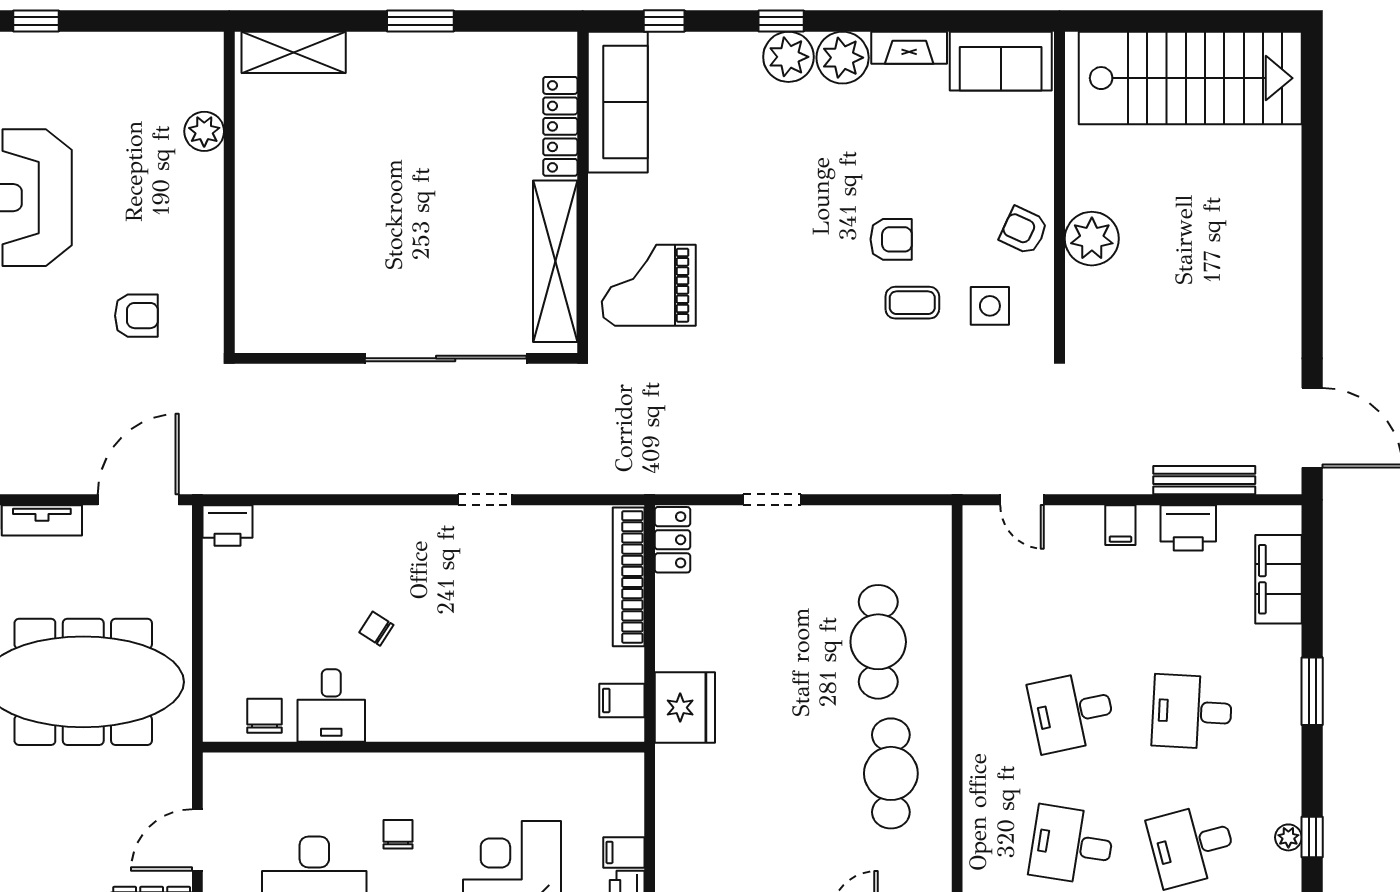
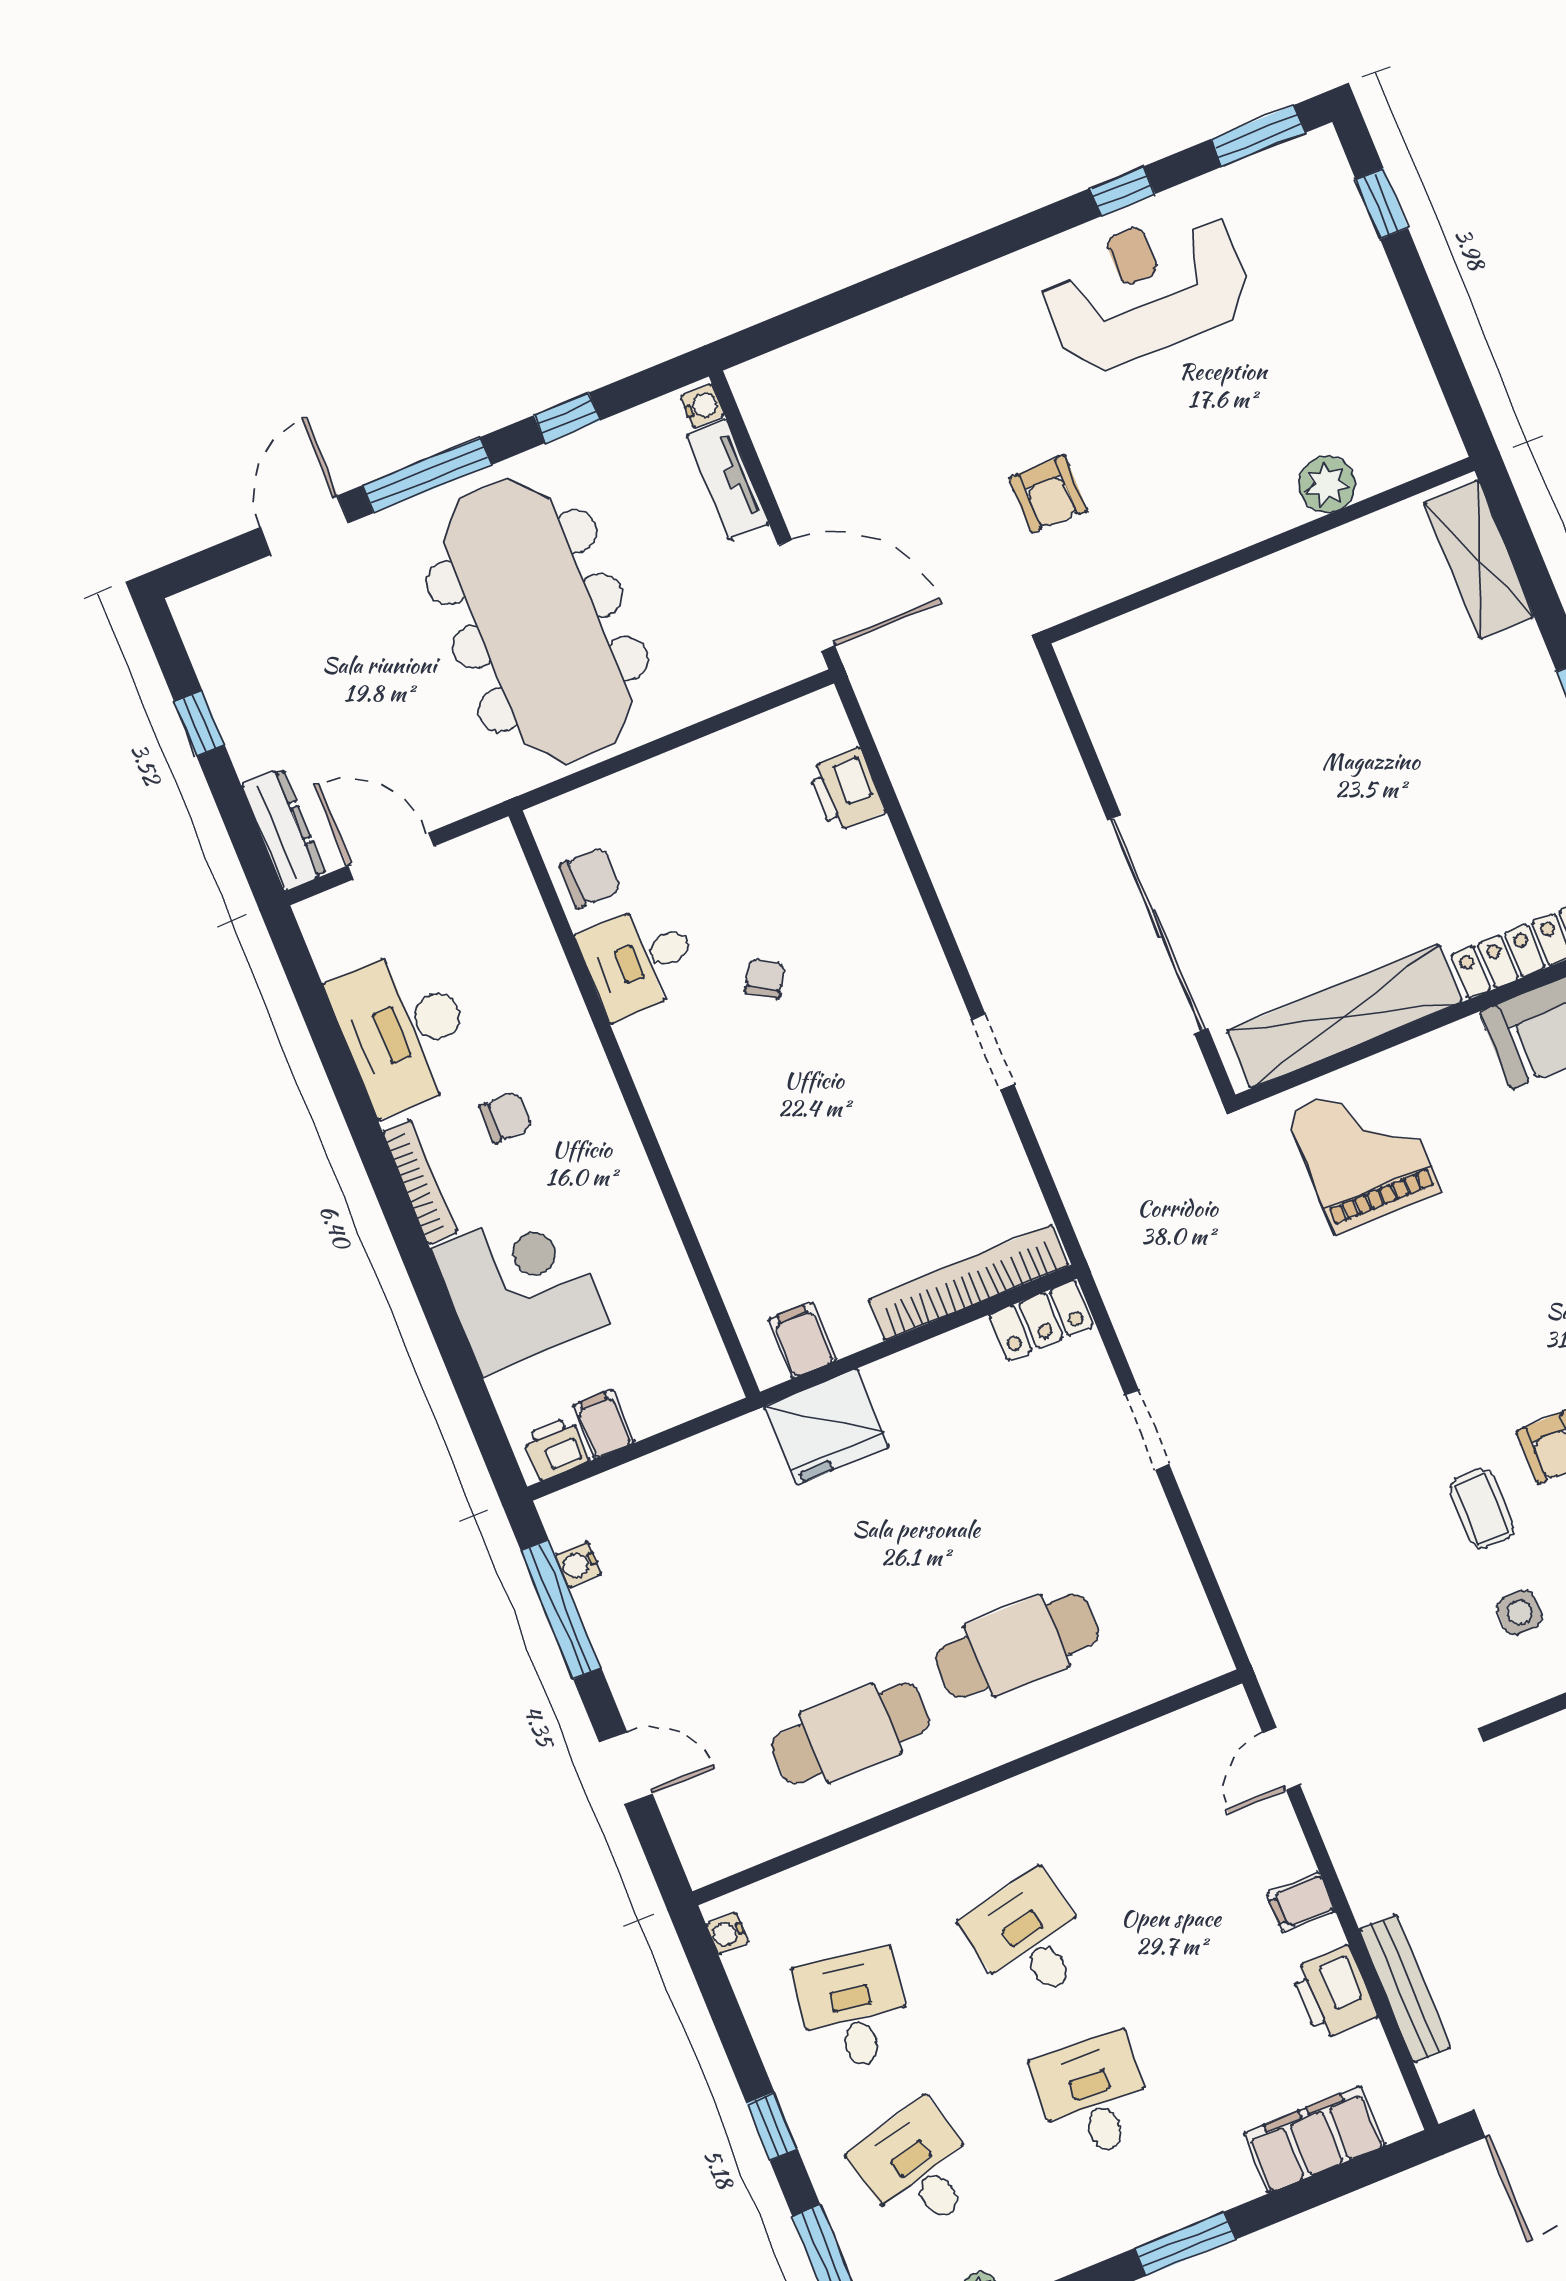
side table: (990, 306) -> (1519, 1613), width x0.73, depth x0.73
printer: (228, 526) -> (846, 790), moved

